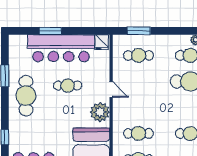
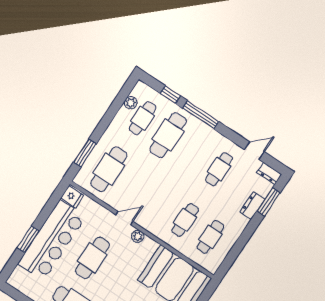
cafe table: (138, 55) -> (109, 169), width x1.37, depth x1.35
cafe table: (68, 86) -> (92, 258), width x1.37, depth x1.35
plant: (100, 112) -> (138, 236), width x0.53, depth x0.53

